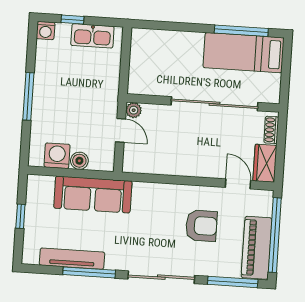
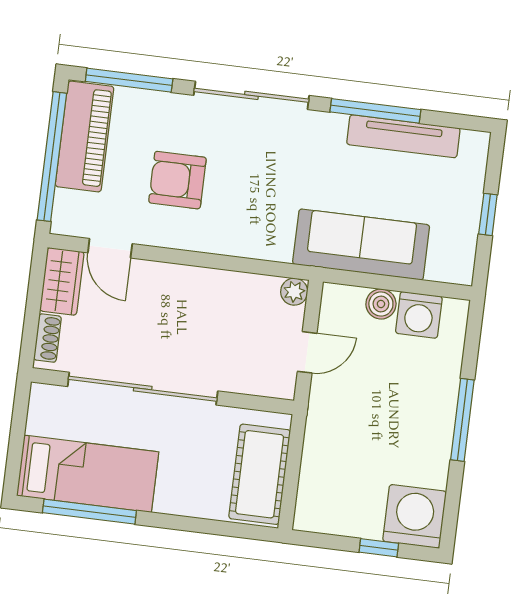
washing machine: (46, 31) -> (415, 516), width x1.89, depth x1.89
kitchen sink: (92, 36) -> (346, 518), removed
cot: (144, 58) -> (260, 474), added
plant: (134, 110) -> (294, 292), moved
door: (121, 130) -> (307, 352), swing flipped

